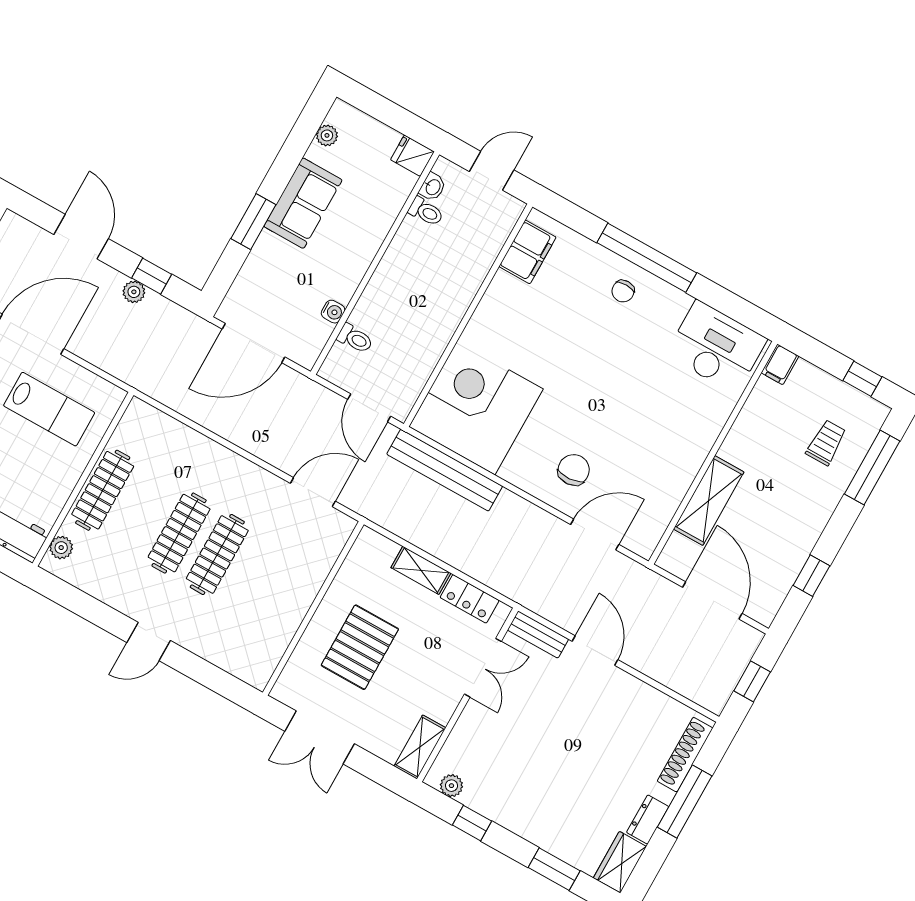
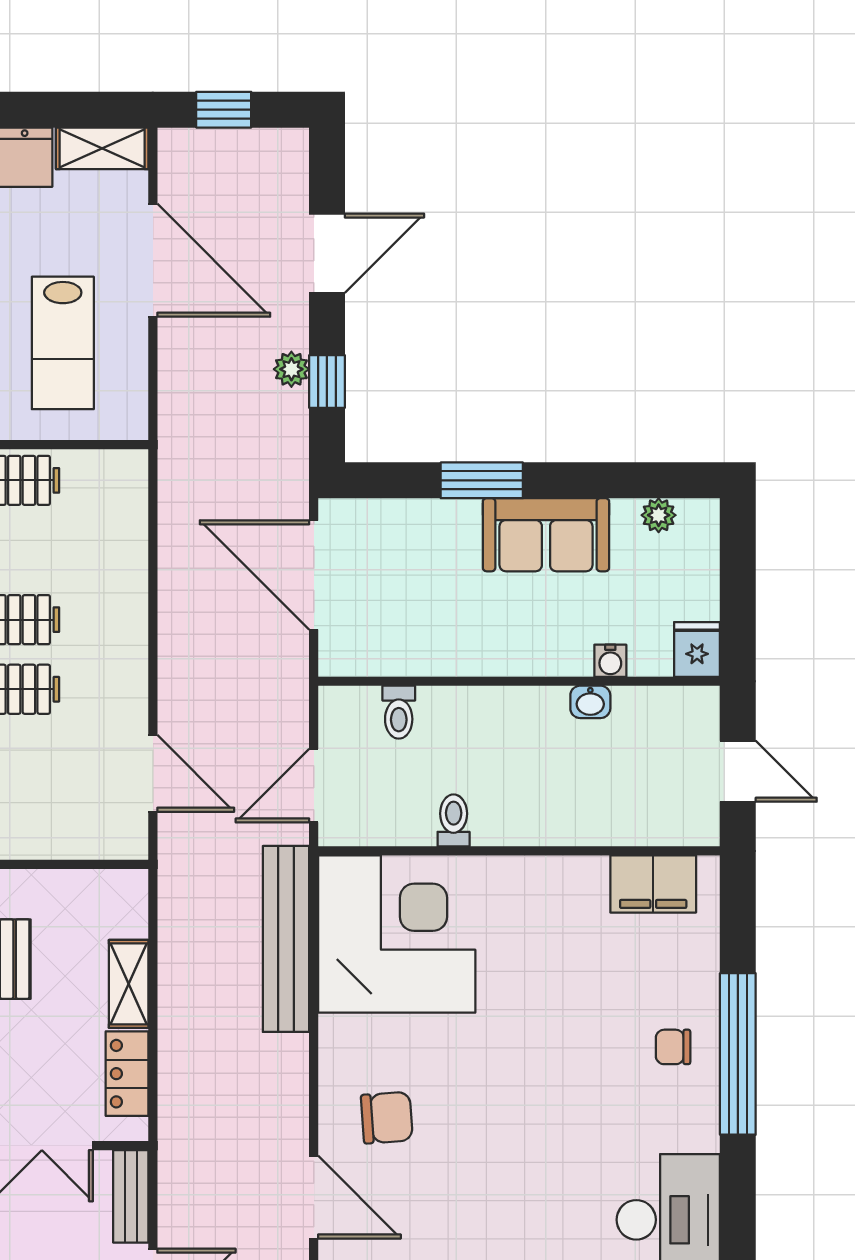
washbasin: (433, 187) -> (590, 702), moved
toilet: (426, 212) -> (454, 820), moved, turned 180
water cooler: (333, 312) -> (610, 661), moved

